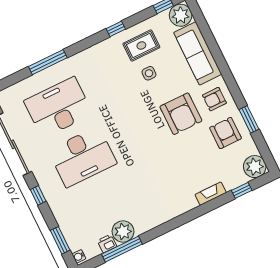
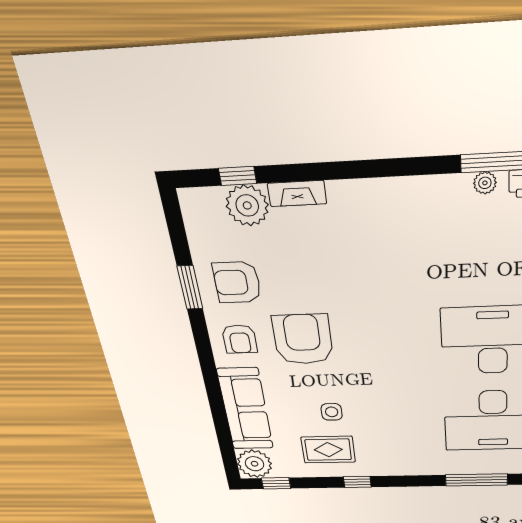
armchair: (214, 99) -> (240, 339), turned 90
armchair: (226, 133) -> (237, 282), turned 90
plant: (255, 167) -> (247, 205), moved
plant: (123, 231) -> (485, 183), width x0.53, depth x0.53

